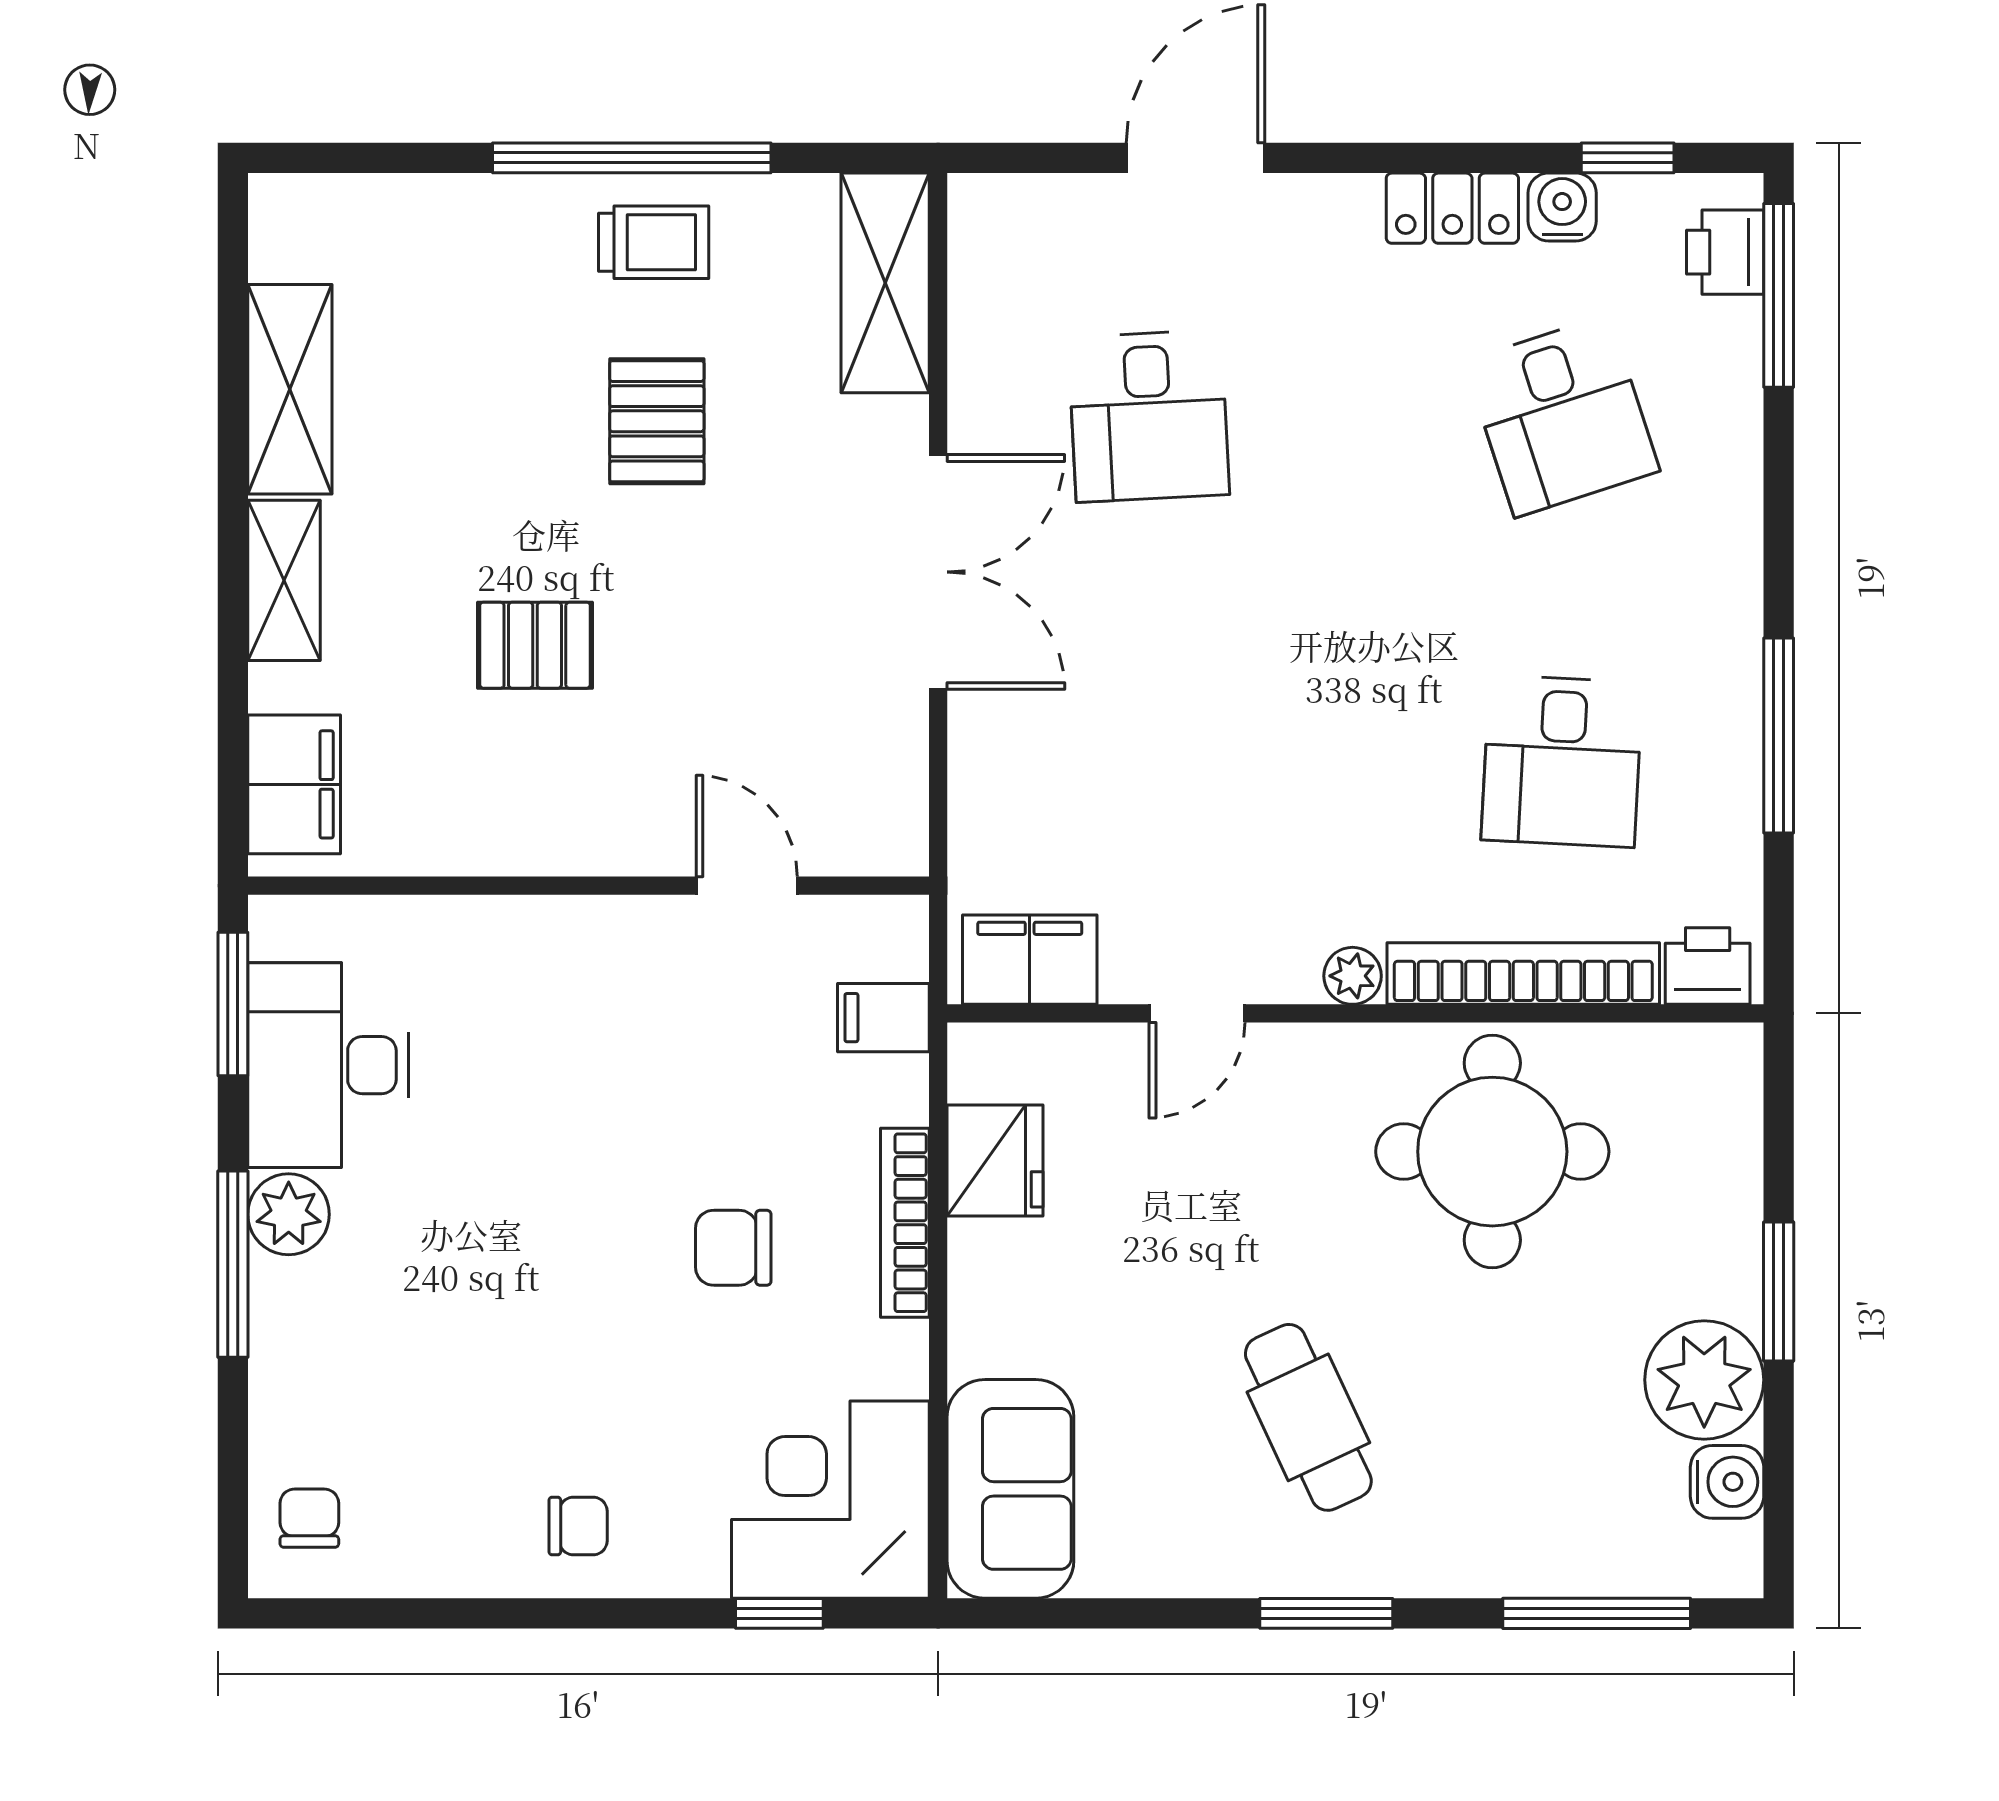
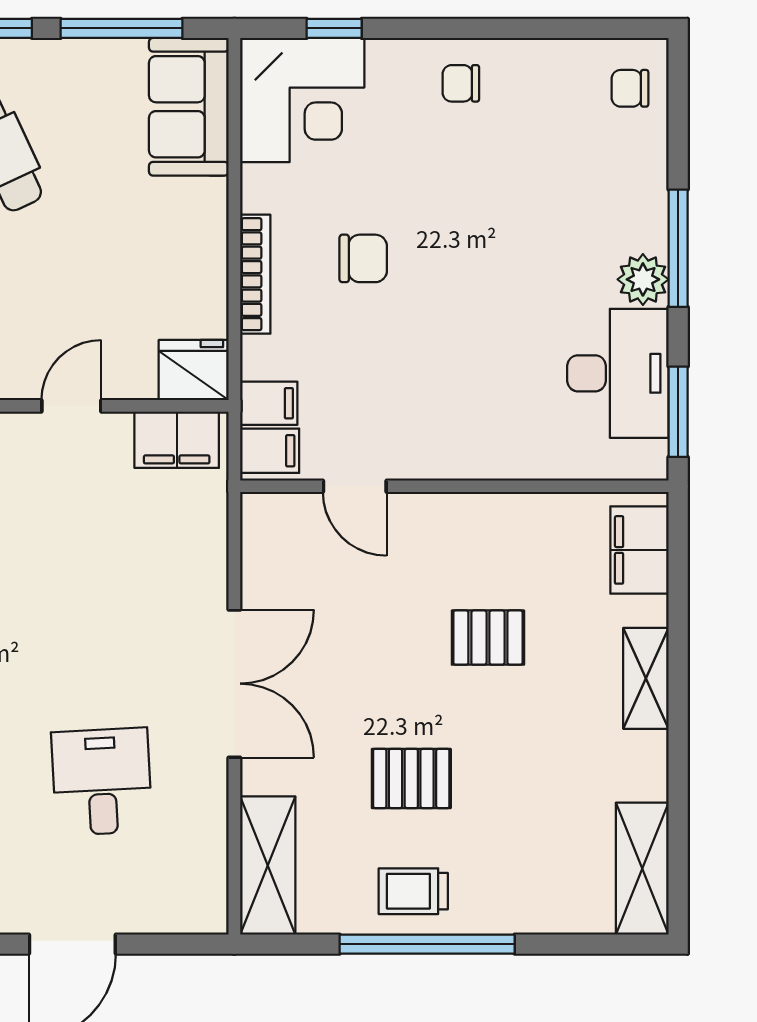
shelving: (290, 389) -> (642, 869), moved
pallet: (657, 421) -> (411, 778), turned 90
double door: (938, 572) -> (234, 684), swing flipped
filing cabinet: (882, 942) -> (270, 451), added
fridge: (995, 1160) -> (194, 370), moved, turned 90
chair: (309, 1518) -> (630, 88), turned 90
window: (1117, 1613) -> (122, 28), added

